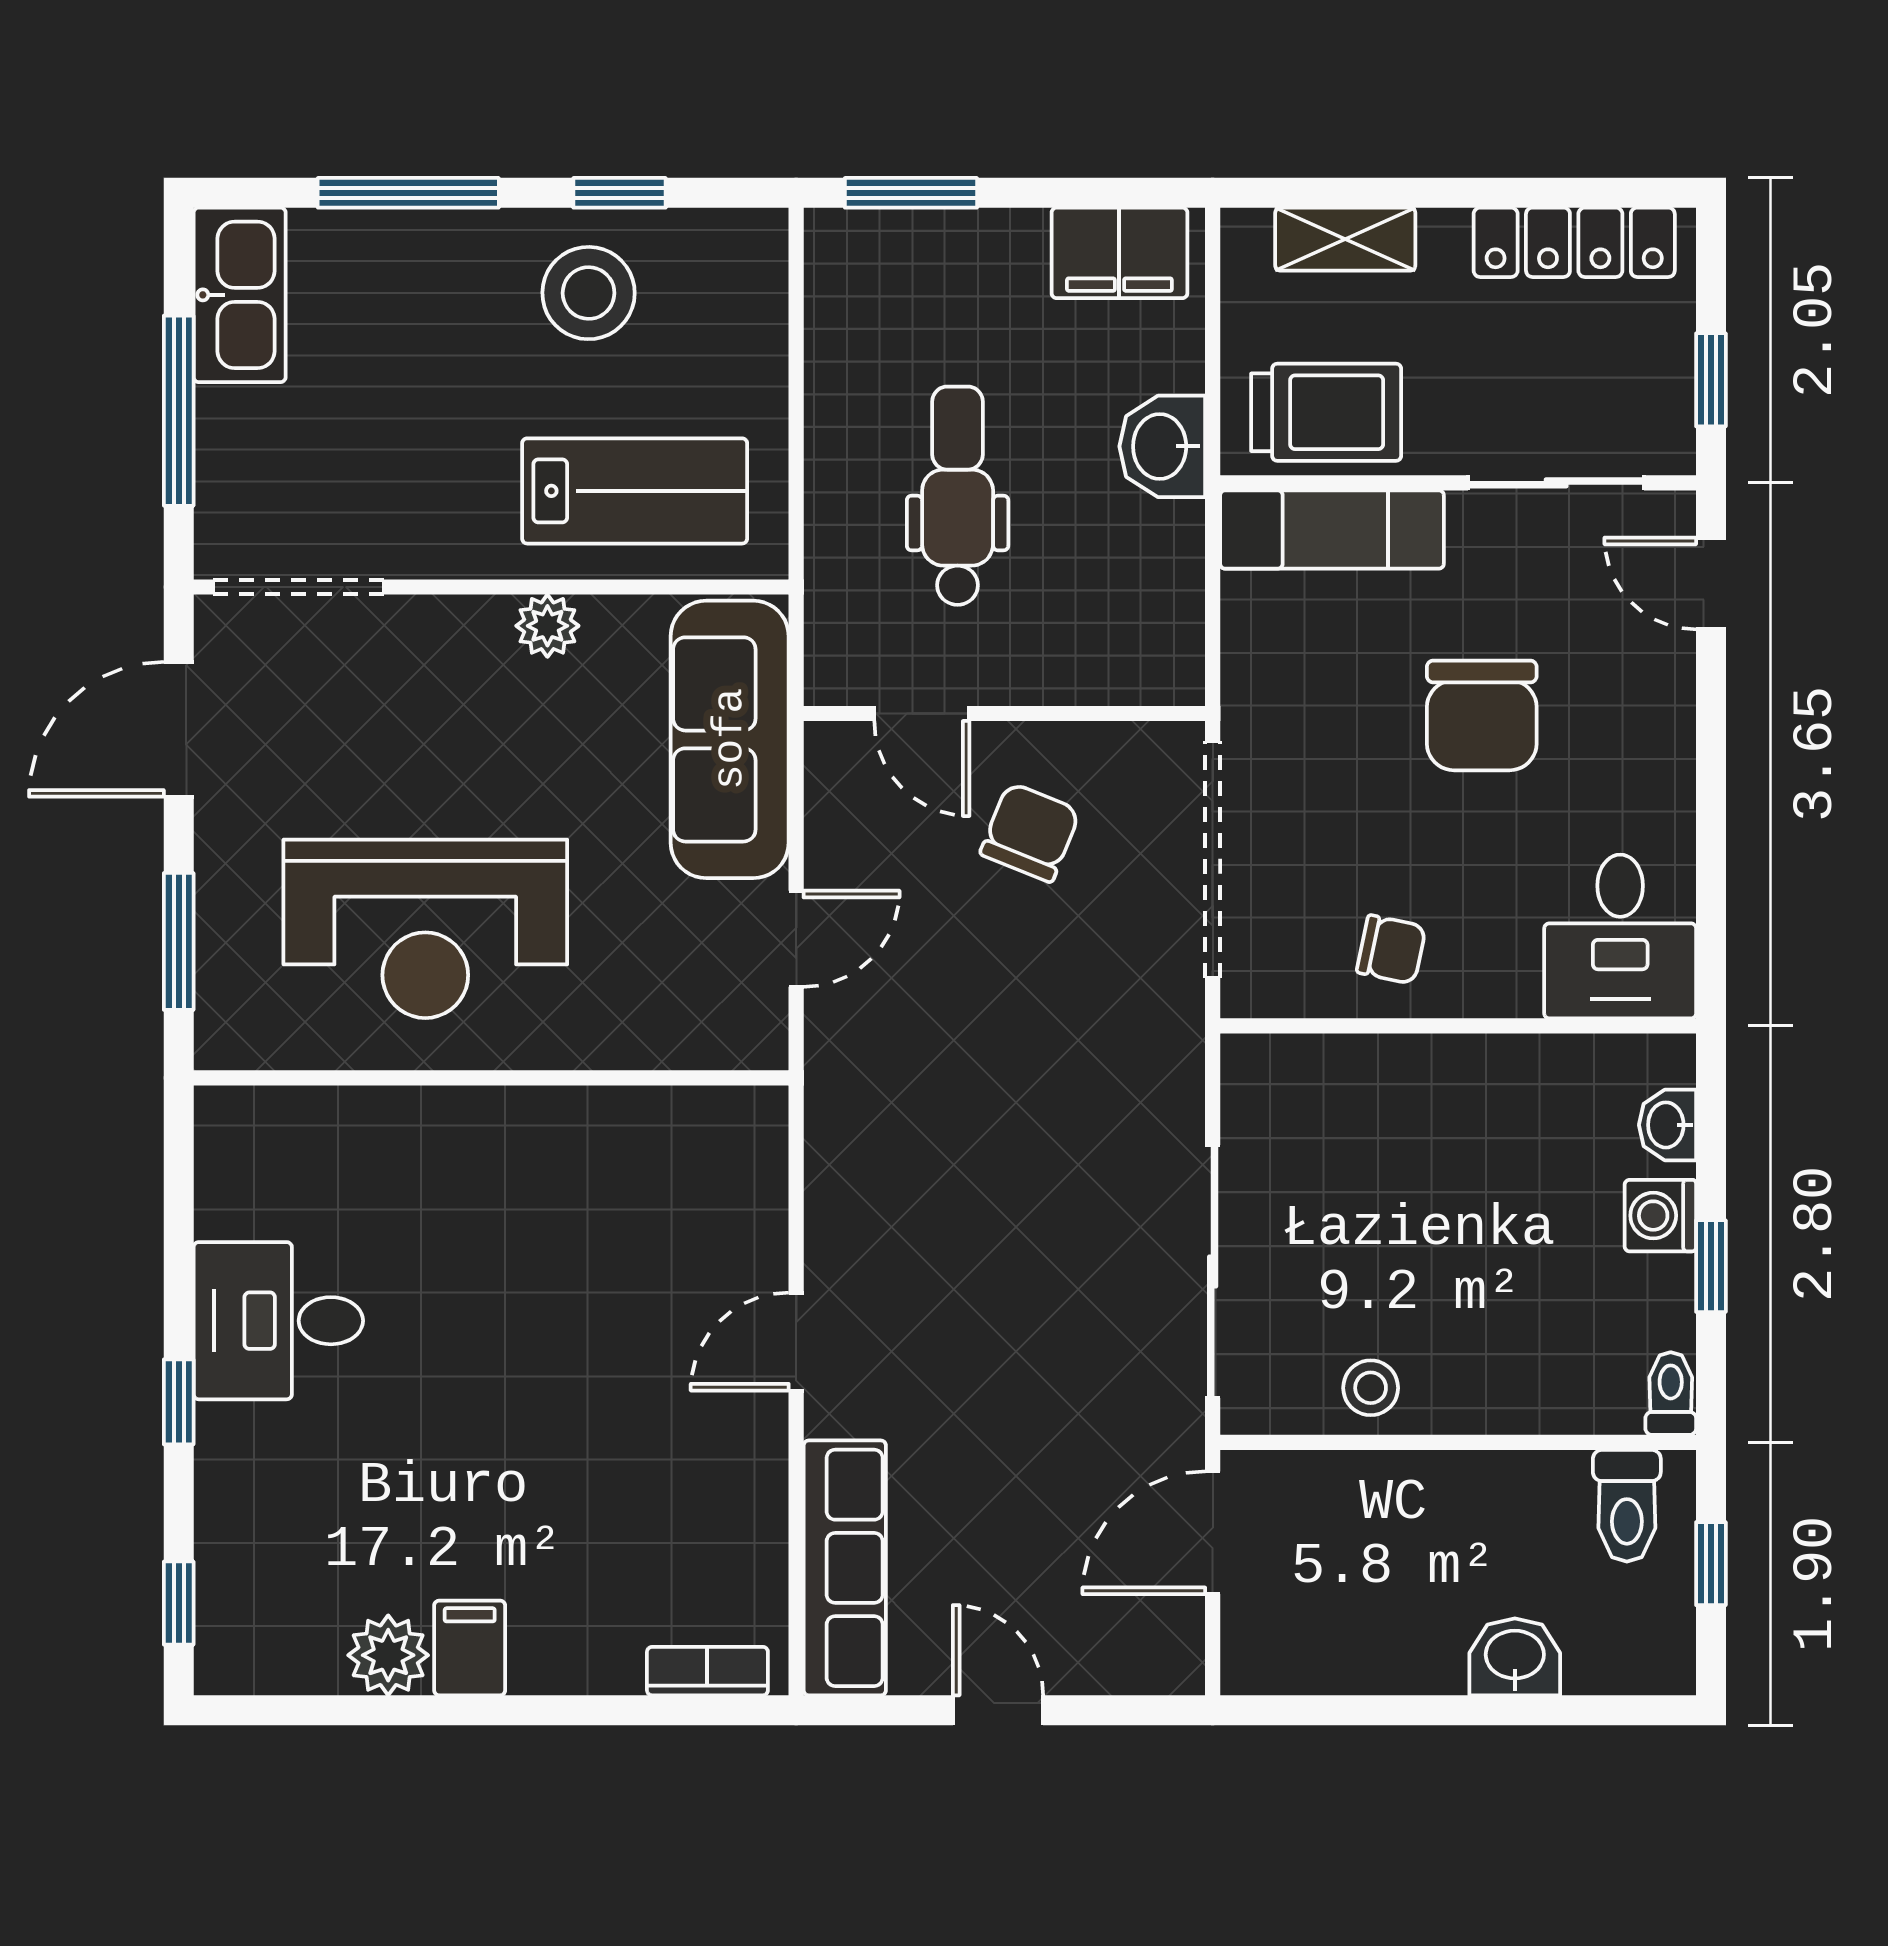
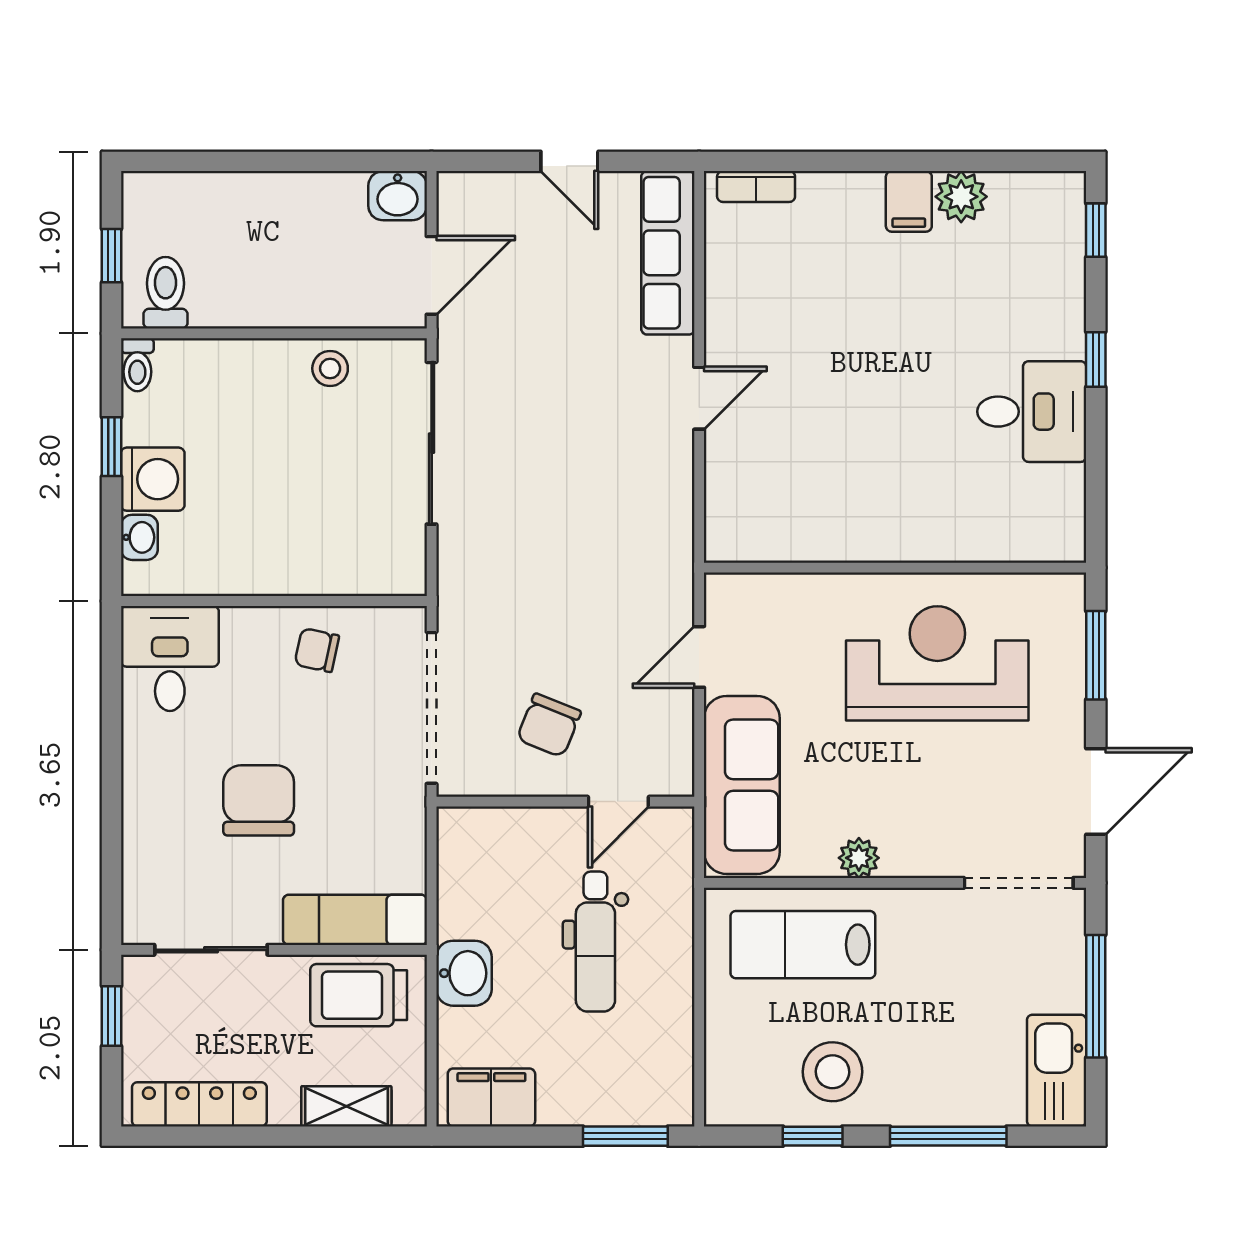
door: (1711, 583) -> (111, 885), removed
door: (922, 713) -> (618, 802), swing flipped
washing machine: (1660, 1216) -> (153, 479), width x1.38, depth x1.38
washbasin: (1515, 1657) -> (398, 196), moved

